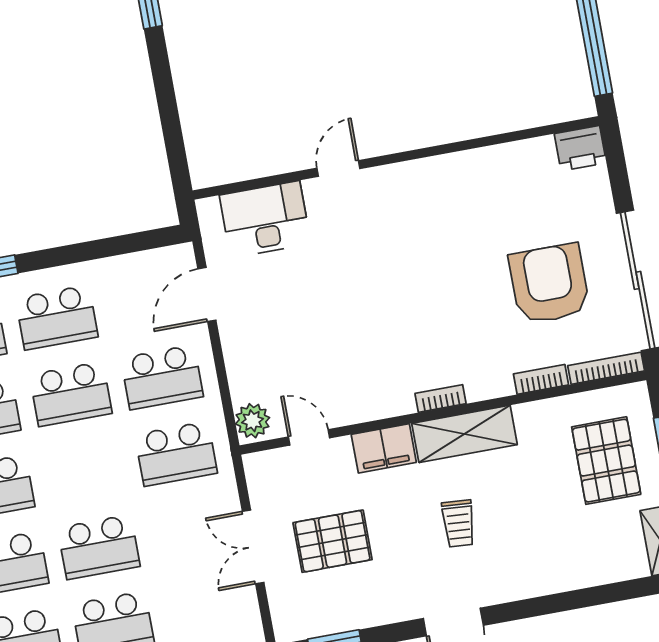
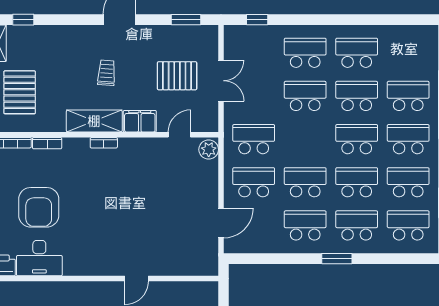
desk: (265, 219) -> (39, 258), moved
armchair: (549, 284) -> (39, 207), moved
door: (309, 437) -> (179, 135), swing flipped
window: (623, 591) -> (23, 20), added

